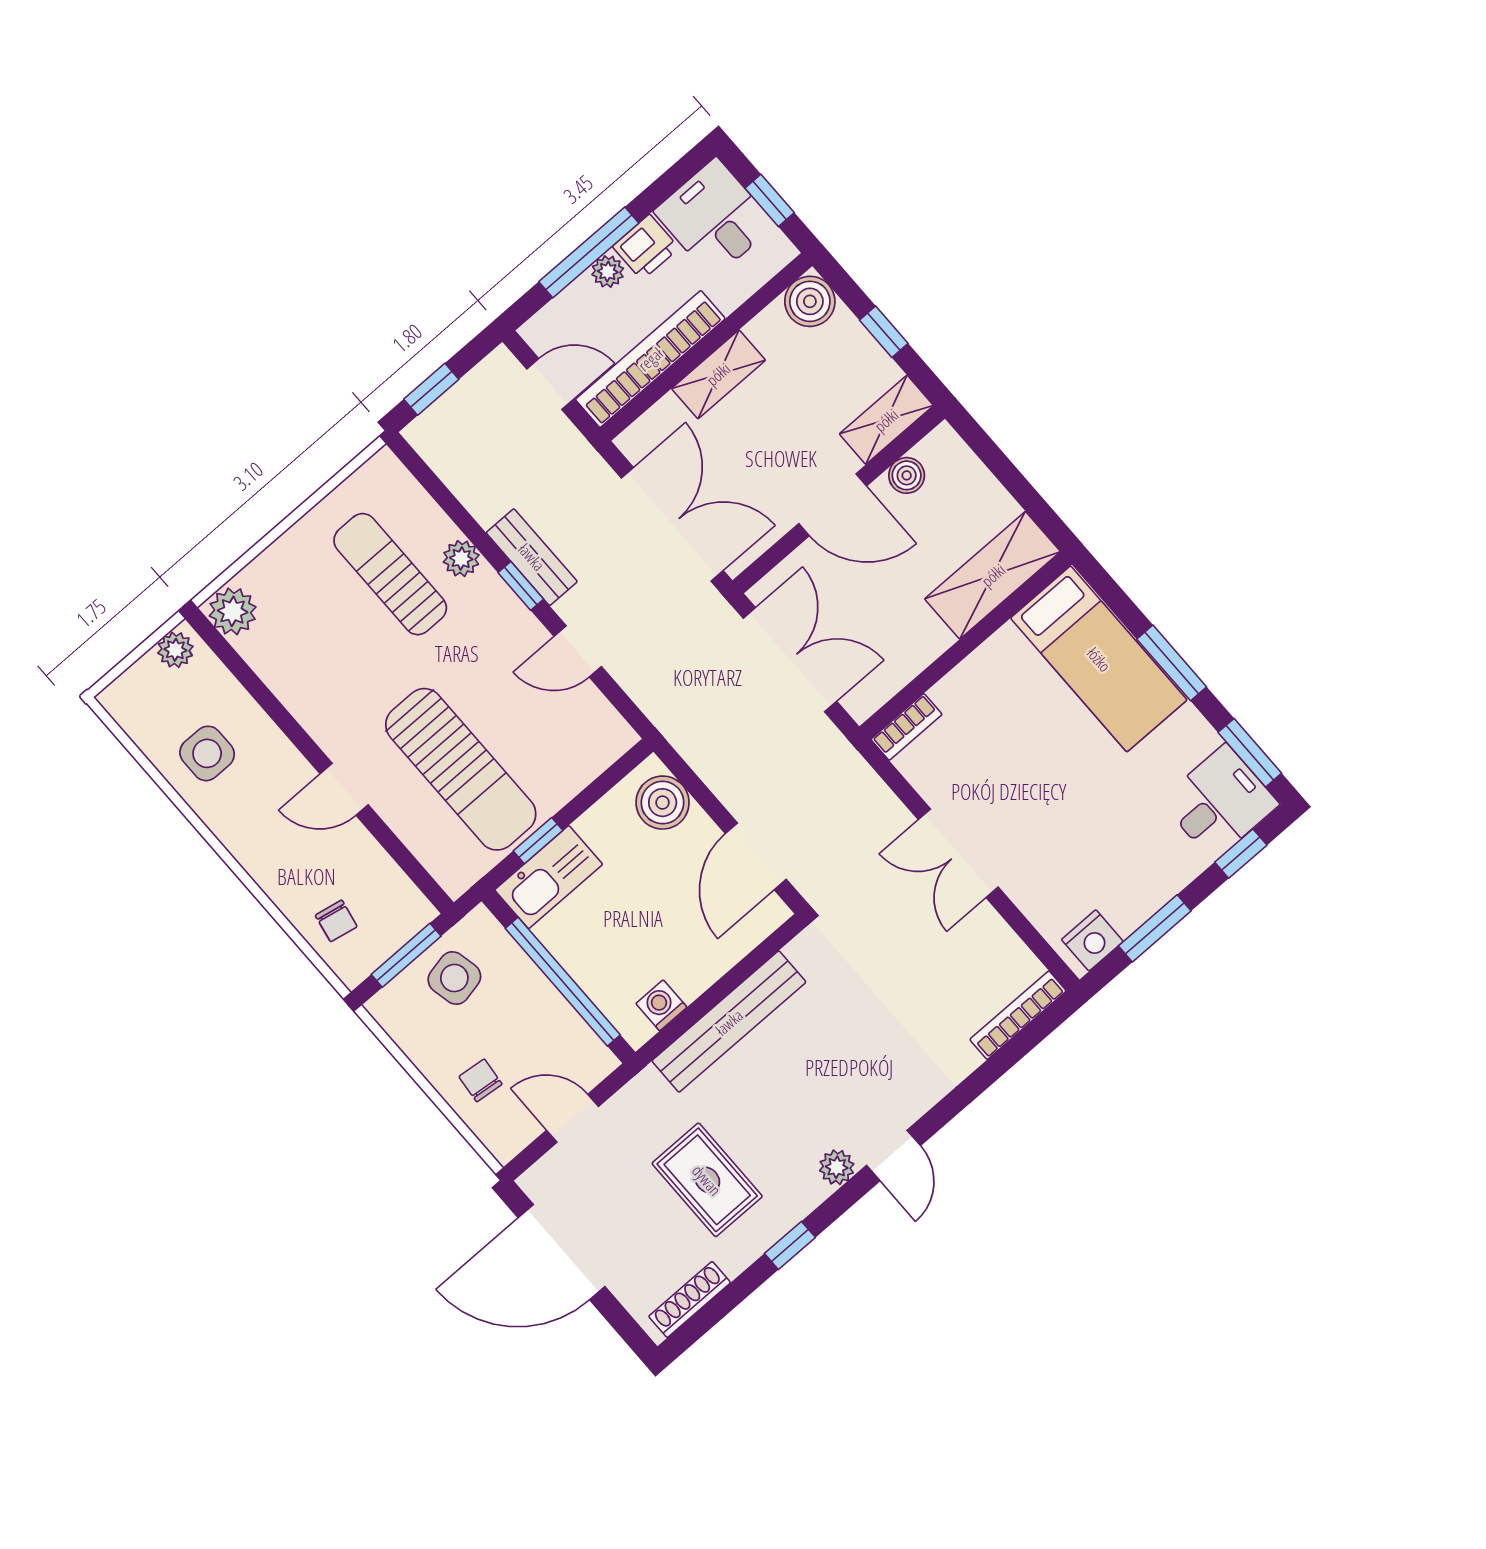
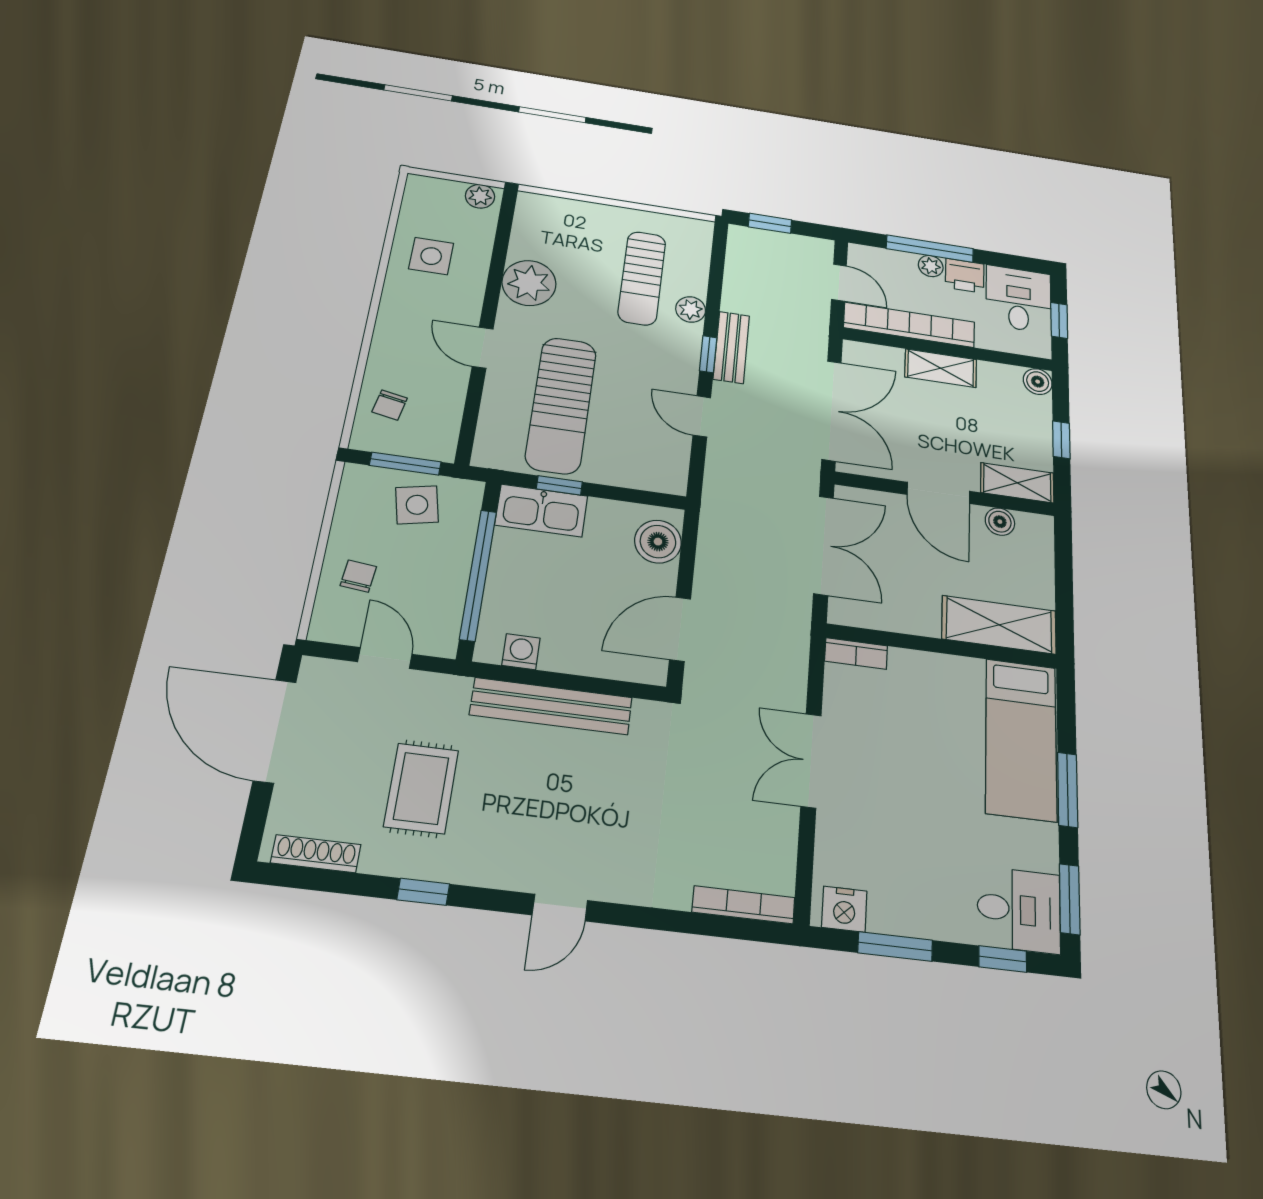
boiler: (810, 301) -> (1038, 382), width x0.73, depth x0.73
sun lounger: (390, 574) -> (642, 278), turned 180
plant: (233, 611) -> (529, 283), moved, width x1.36, depth x1.36
plant: (837, 1167) -> (514, 874), removed

